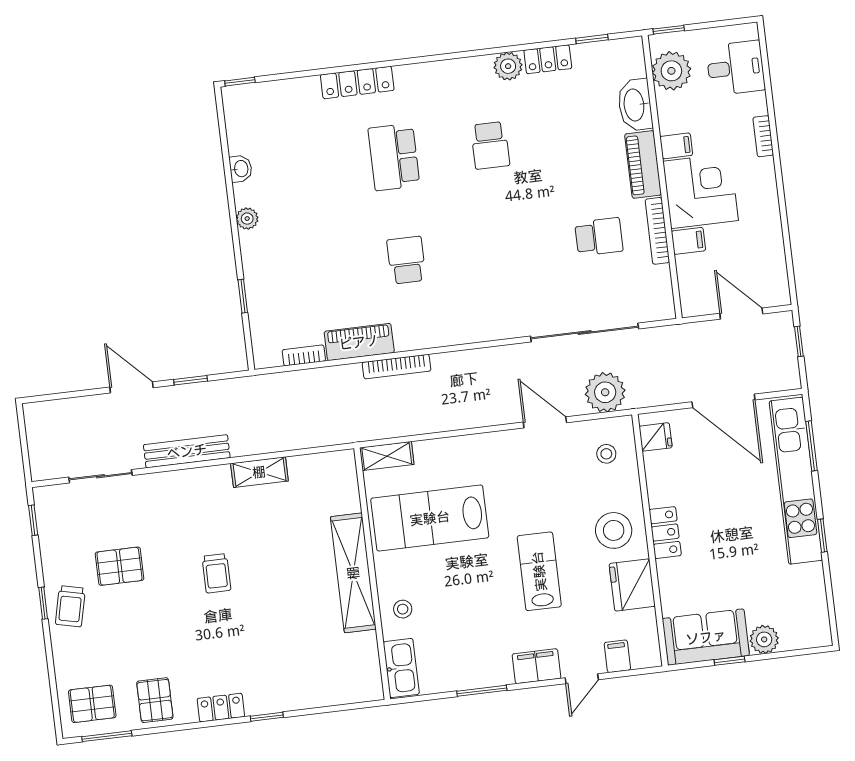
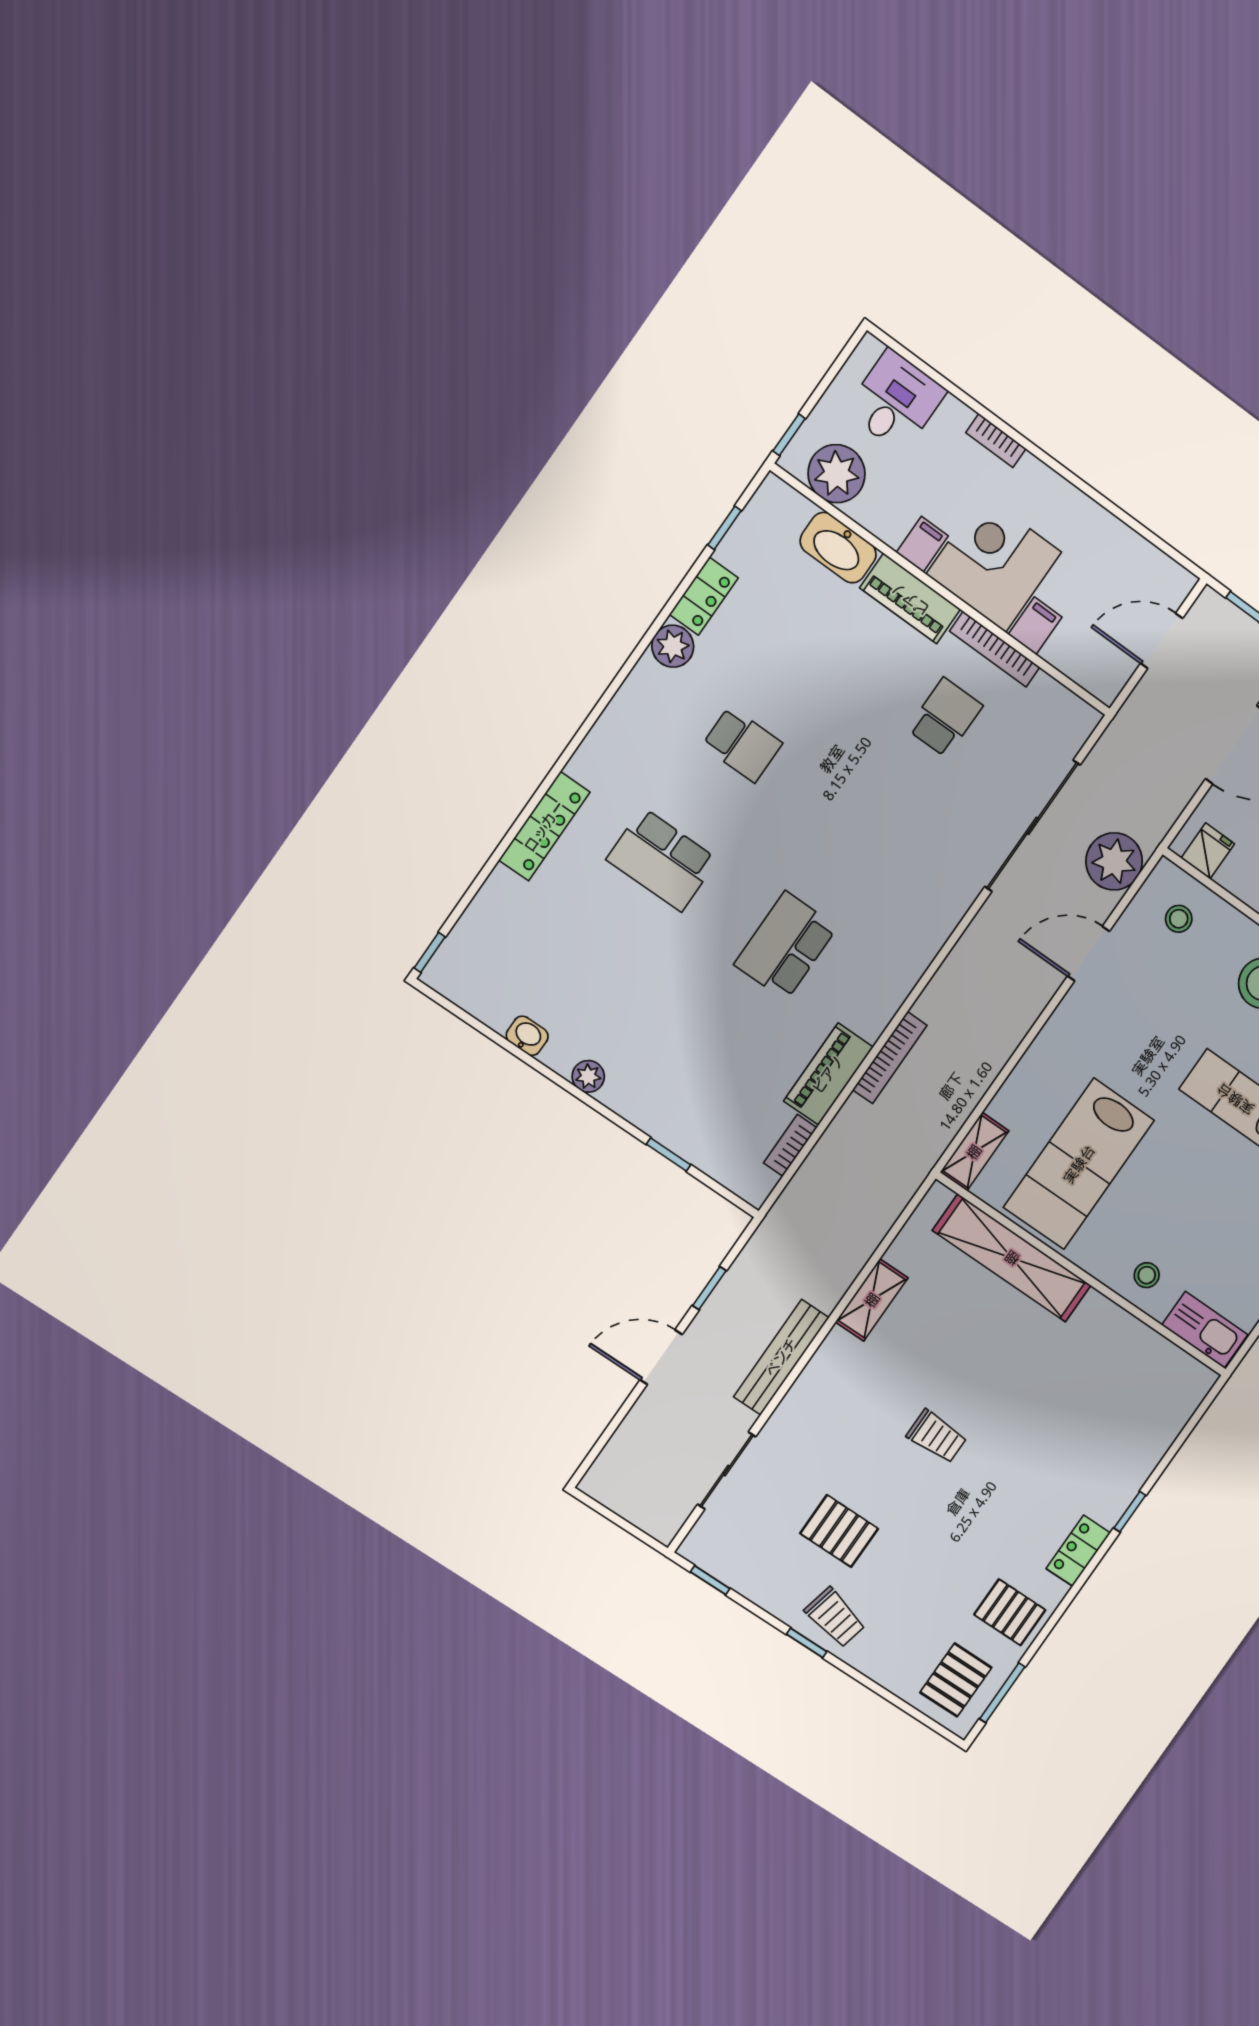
school desk: (406, 260) -> (786, 946), width x1.85
pallet: (120, 566) -> (839, 1531), turned 90
shelving: (353, 573) -> (1012, 1258), moved

